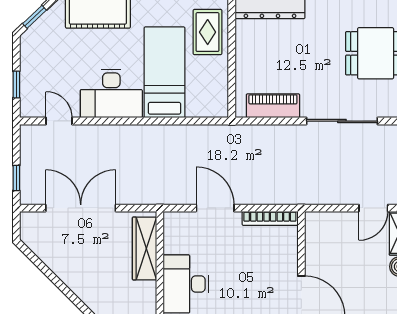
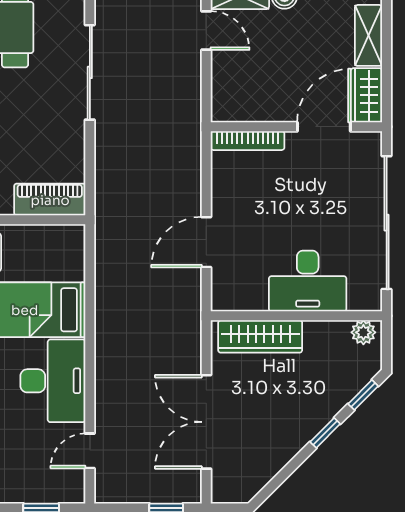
piano: (273, 106) -> (50, 200), moved, turned 90
bookcase: (270, 218) -> (248, 141), moved, turned 90
window: (72, 297) -> (325, 433), added

